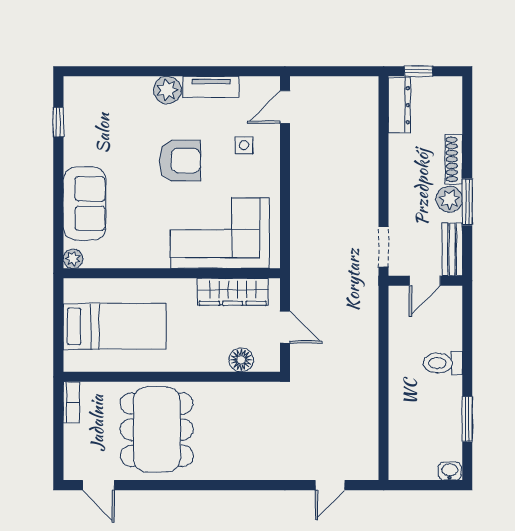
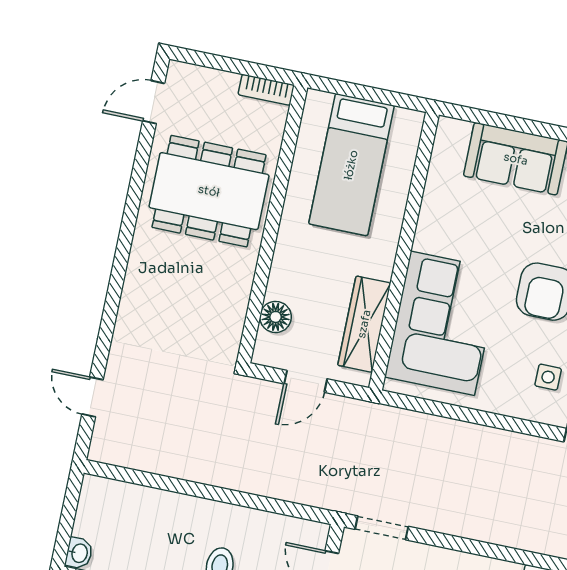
plant: (73, 259) -> (449, 129), removed

